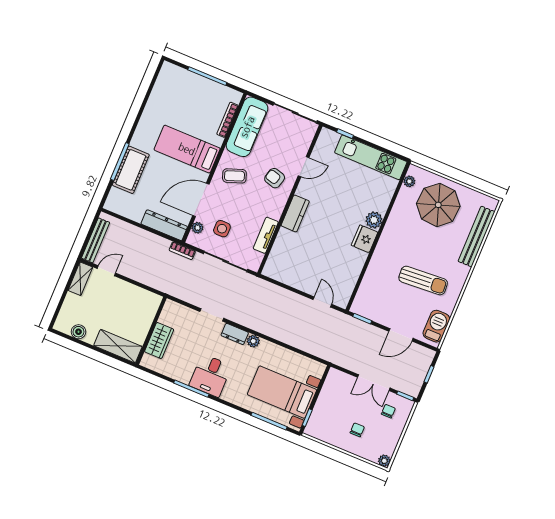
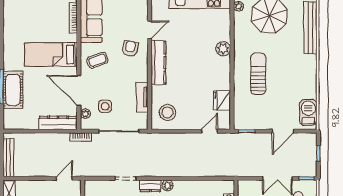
armchair: (275, 178) -> (130, 49), turned 85
door: (201, 200) -> (79, 90), hinge flipped
kitchen counter: (295, 213) -> (158, 62), width x1.50
fridge: (365, 239) -> (222, 100), moved
stool: (286, 263) -> (167, 112), added
door: (106, 271) -> (64, 178), moved
sun lounger: (423, 281) -> (258, 74), moved, turned -86
door: (322, 302) -> (209, 131), hinge flipped

